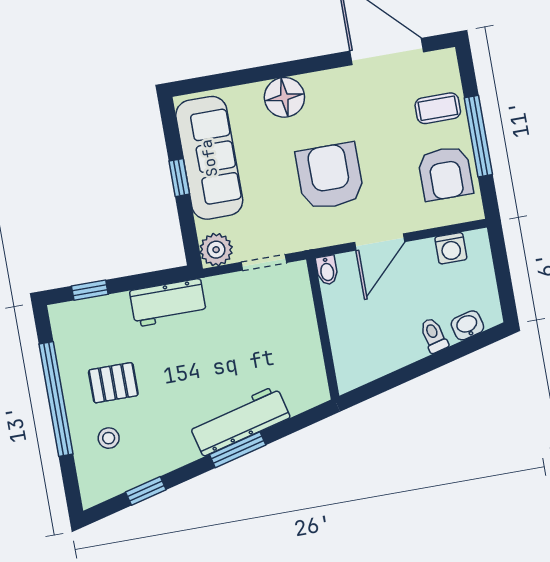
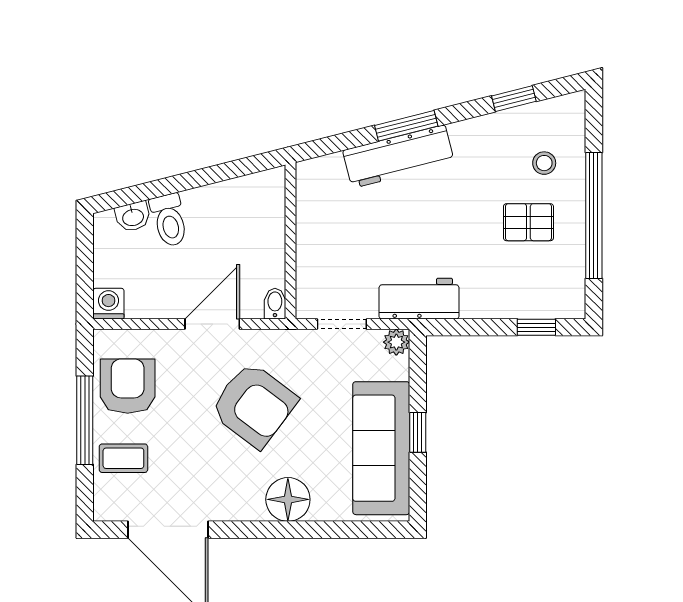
armchair: (330, 176) -> (254, 405), turned -53
washing machine: (451, 248) -> (108, 304), moved
plant: (216, 250) -> (396, 342), width x0.73, depth x0.73
workbench: (168, 303) -> (419, 299), moved
toilet: (434, 335) -> (169, 220), width x1.37, depth x1.39

